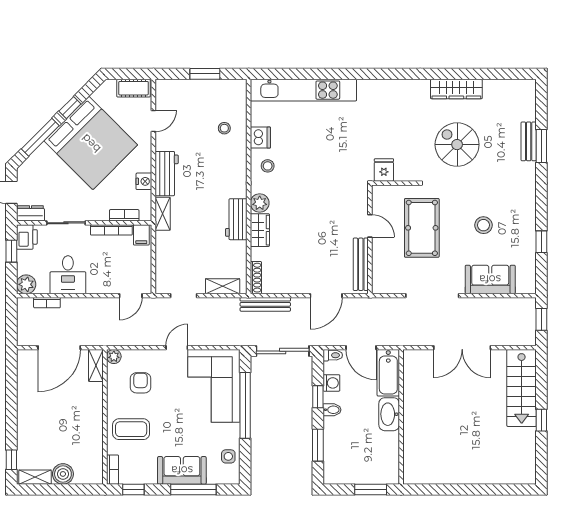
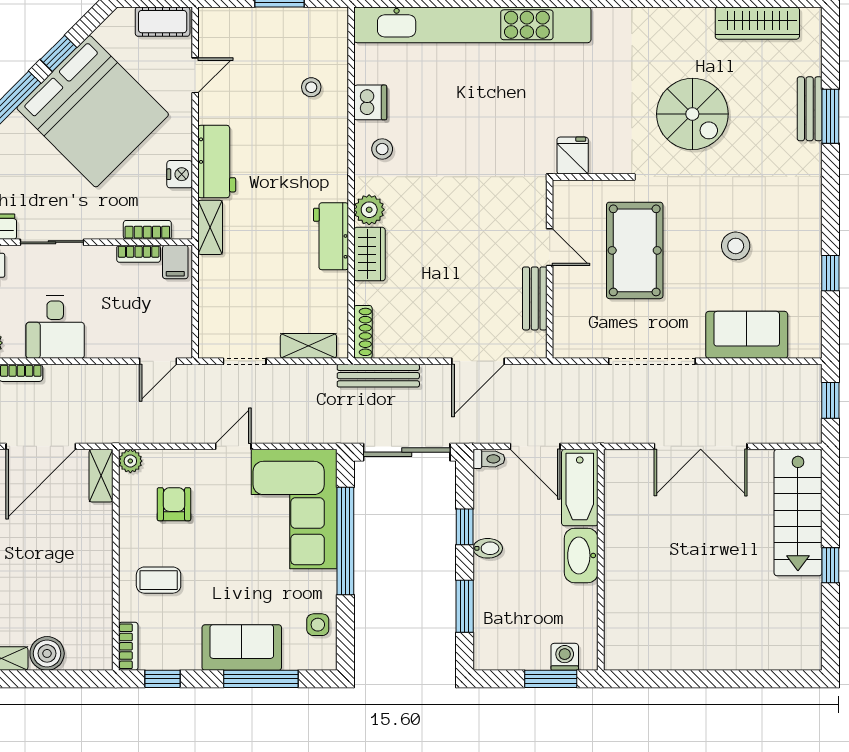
wardrobe: (456, 89) -> (757, 23), moved
kitchen unit: (303, 90) -> (472, 25), width x1.36
spiral stairs: (457, 145) -> (692, 114), turned 180
bookcase: (111, 230) -> (139, 254), width x0.64
bench: (361, 264) -> (535, 298), width x0.73
washing machine: (331, 383) -> (565, 657), moved, turned -90
coffee table: (131, 429) -> (159, 580), width x0.73, depth x0.77

